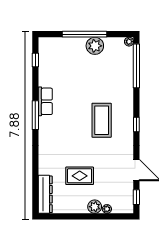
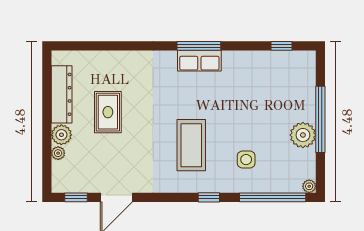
side table: (111, 84) -> (246, 160), added
row of seats: (45, 101) -> (199, 61), moved
coffee table: (102, 120) -> (191, 145), turned 90
window: (136, 124) -> (209, 197), moved
dresser: (45, 194) -> (62, 94), moved, turned -90

